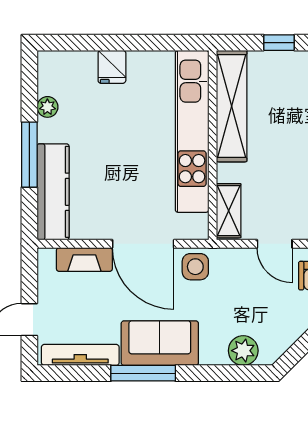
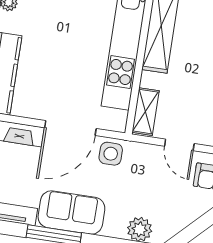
door: (143, 244) -> (70, 128), hinge flipped

